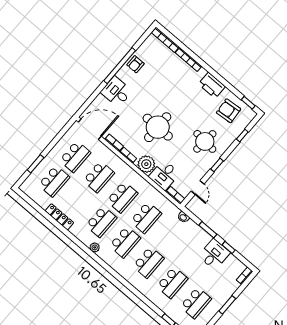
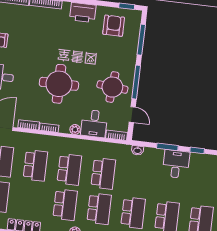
armchair: (229, 111) -> (114, 26), turned 95
window: (242, 135) -> (141, 40), width x2.17
round table: (205, 141) -> (112, 87), moved
plant: (146, 164) -> (75, 129), width x0.53, depth x0.53
window: (217, 165) -> (136, 82), width x2.17
desk: (214, 254) -> (176, 164), moved

